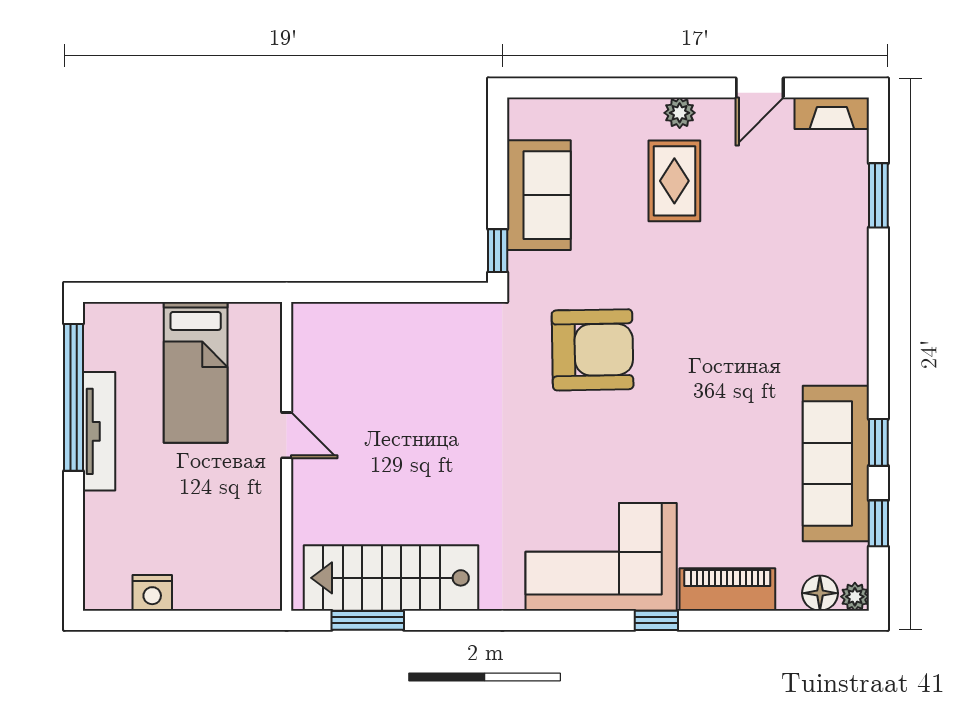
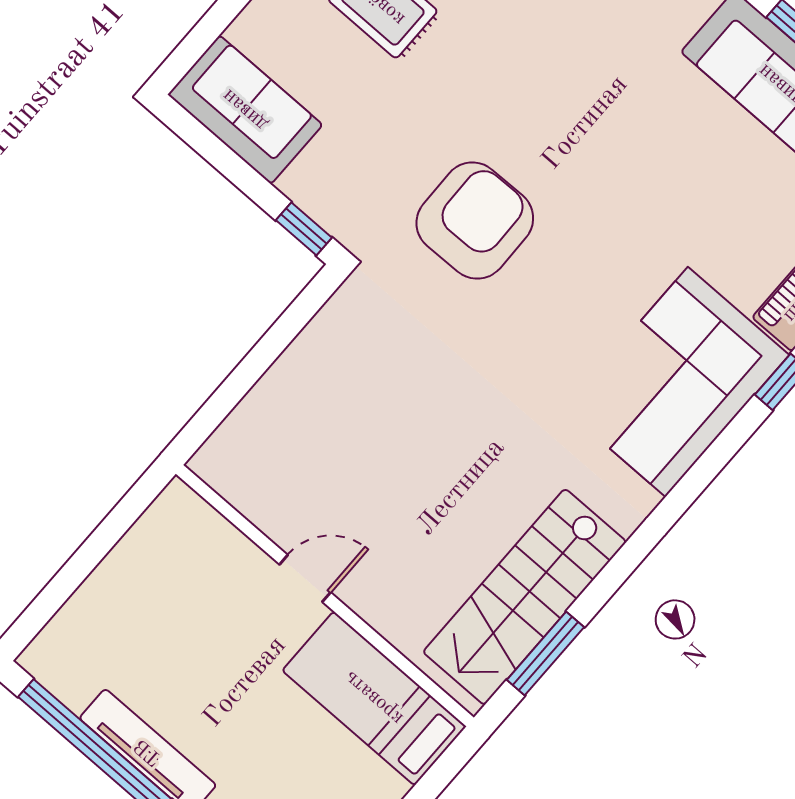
sofa: (539, 195) -> (245, 110), moved
bed: (196, 372) -> (374, 698), moved, turned 180

